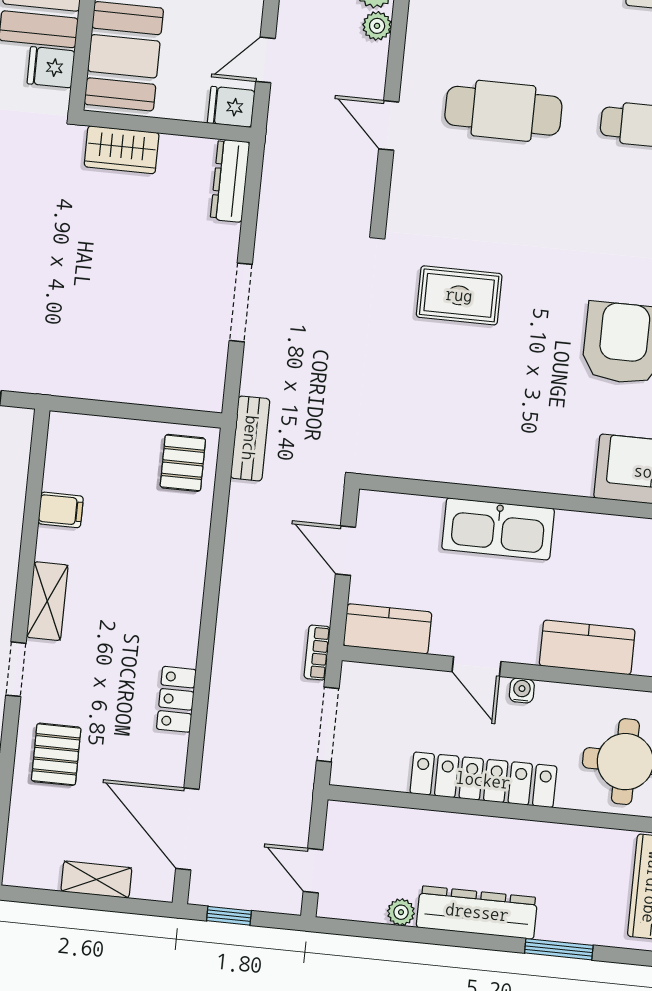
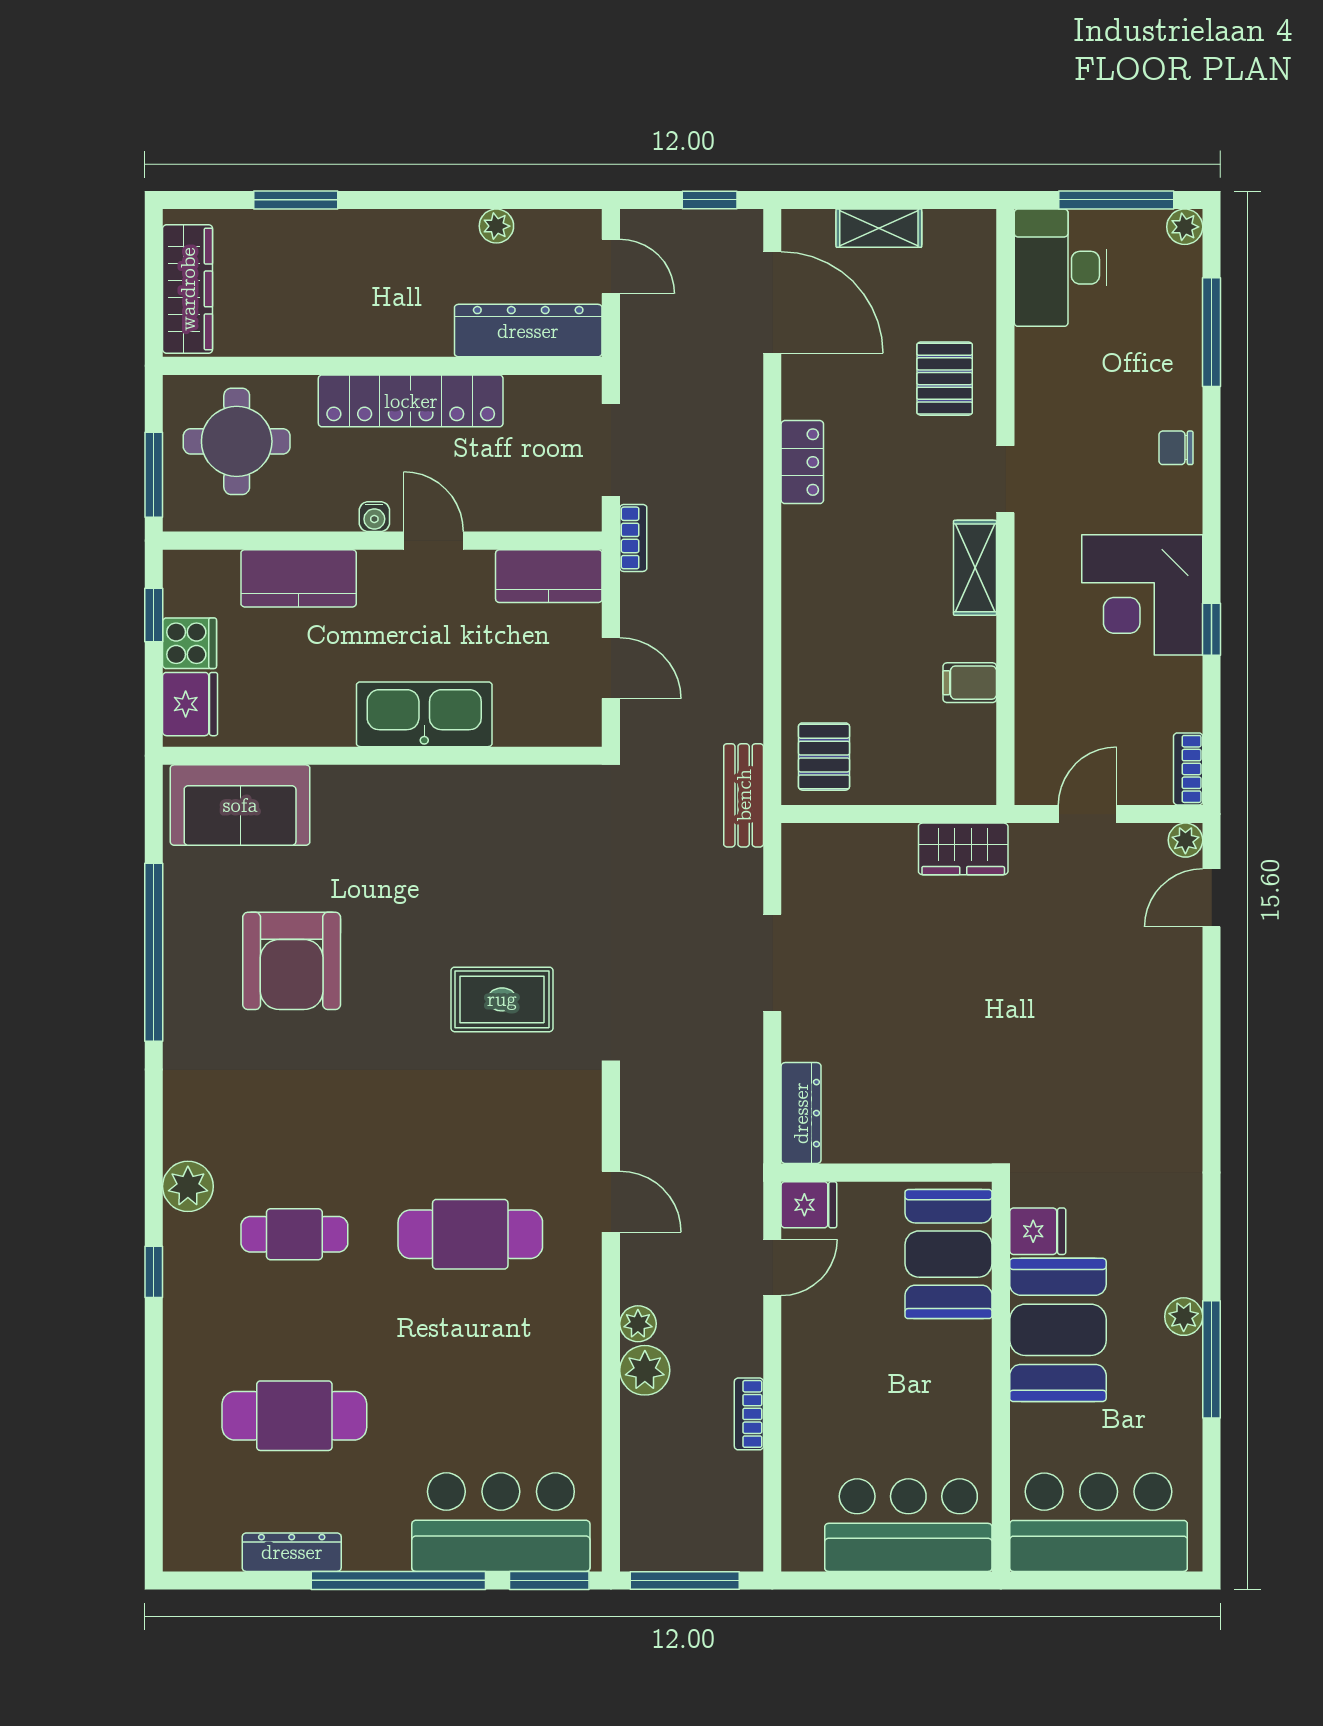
wardrobe: (122, 150) -> (963, 849), moved, turned 180
dresser: (477, 912) -> (528, 331), moved, turned 180

